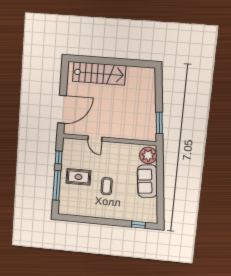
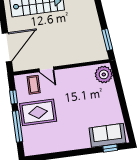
rug: (78, 177) -> (38, 112), width x1.36, depth x1.43
sofa: (147, 181) -> (107, 135), moved, turned 96
coffee table: (107, 186) -> (34, 85), moved

